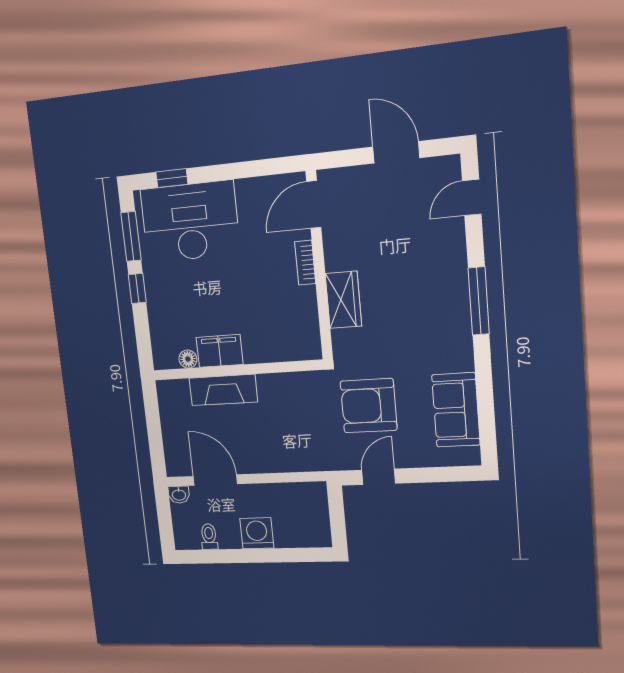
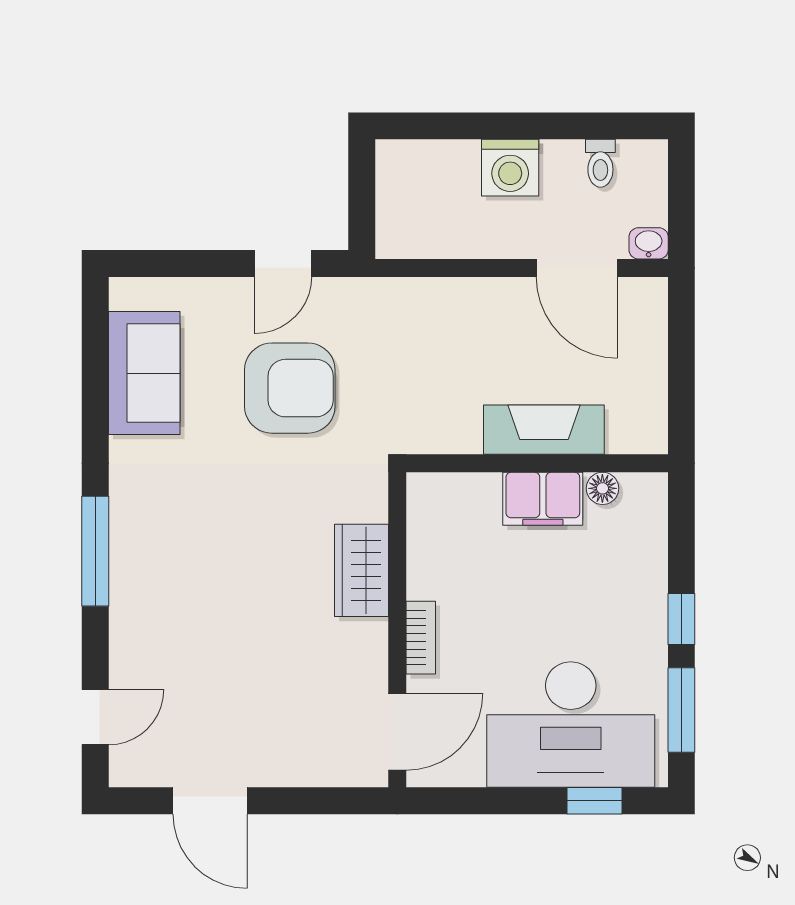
door: (314, 205) -> (397, 732), moved
bookcase: (305, 263) -> (421, 638), moved
wall: (319, 266) -> (397, 630), moved
wardrobe: (343, 300) -> (362, 570), moved

